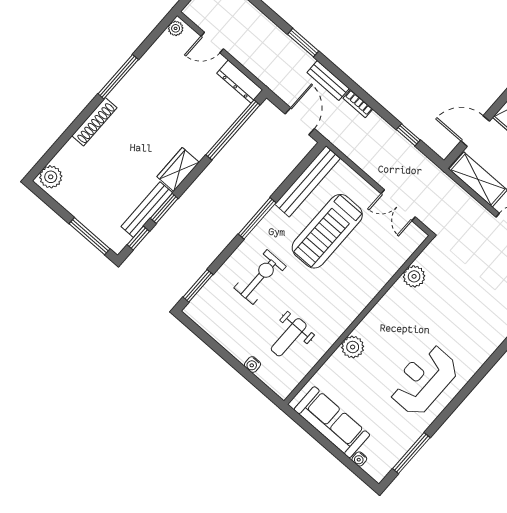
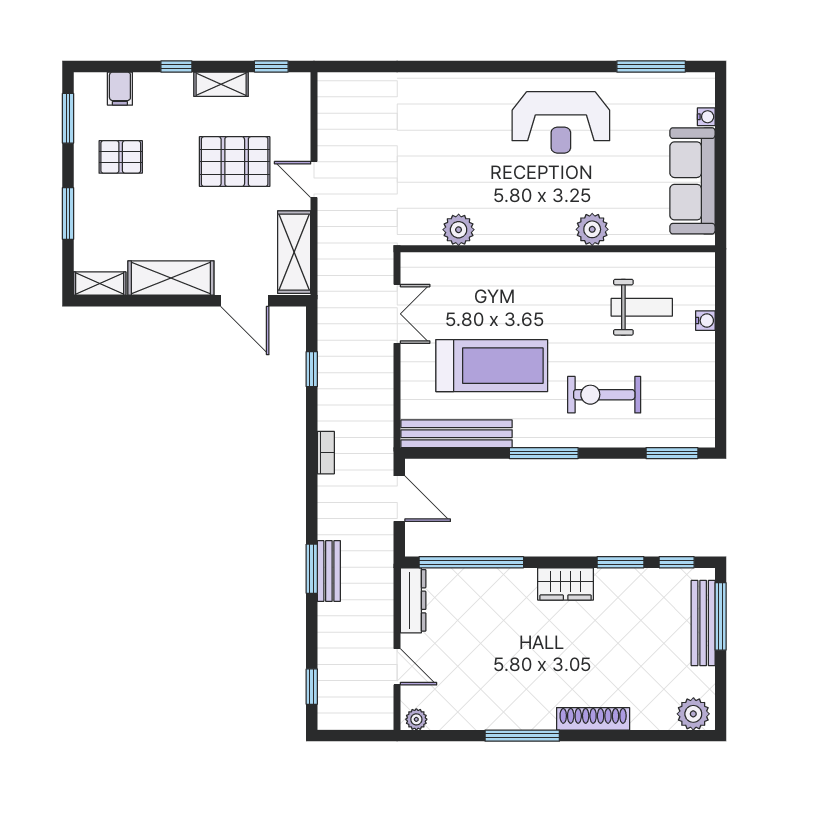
bench: (328, 81) -> (329, 571), moved
door: (300, 121) -> (399, 499), swing flipped
bench: (147, 210) -> (703, 623), moved, turned 90

